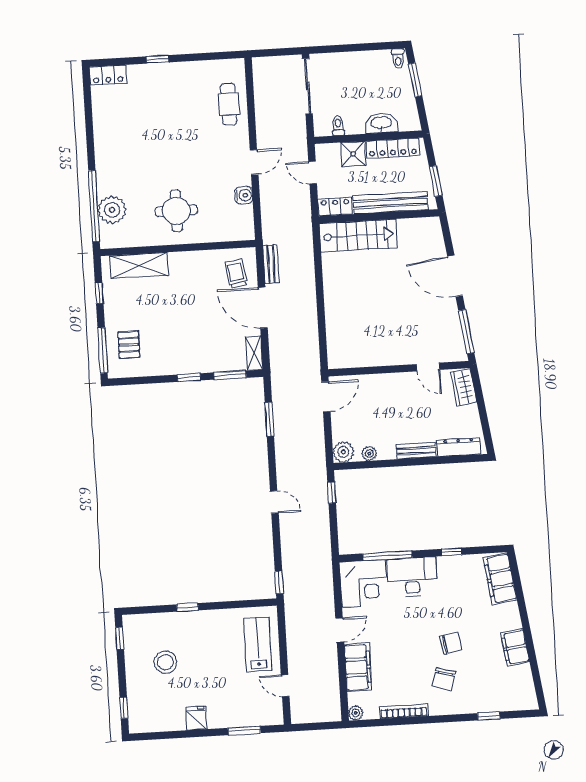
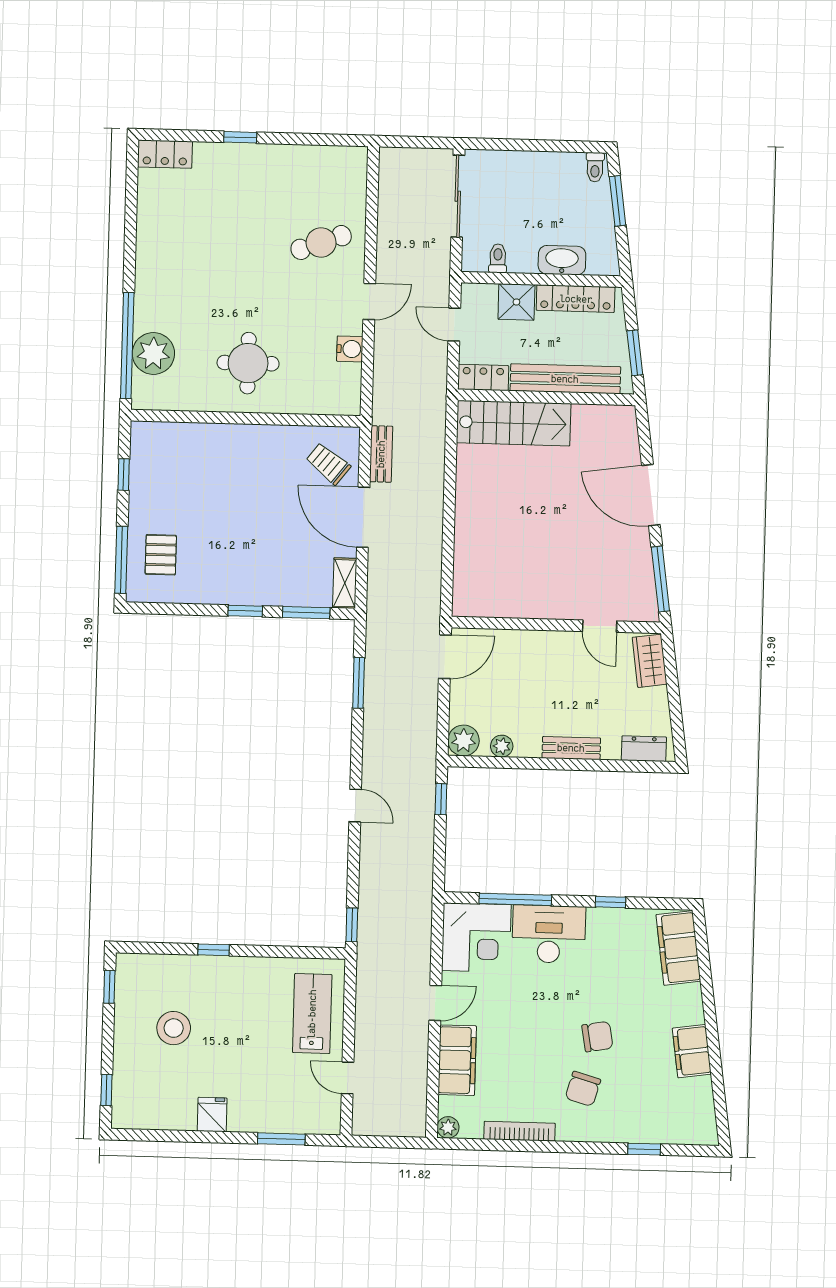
cafe table: (229, 104) -> (321, 242), moved, turned 70
shelving: (139, 265) -> (186, 439), removed
trolley: (236, 274) -> (328, 464), turned -42
dresser: (459, 447) -> (644, 749), width x0.70

